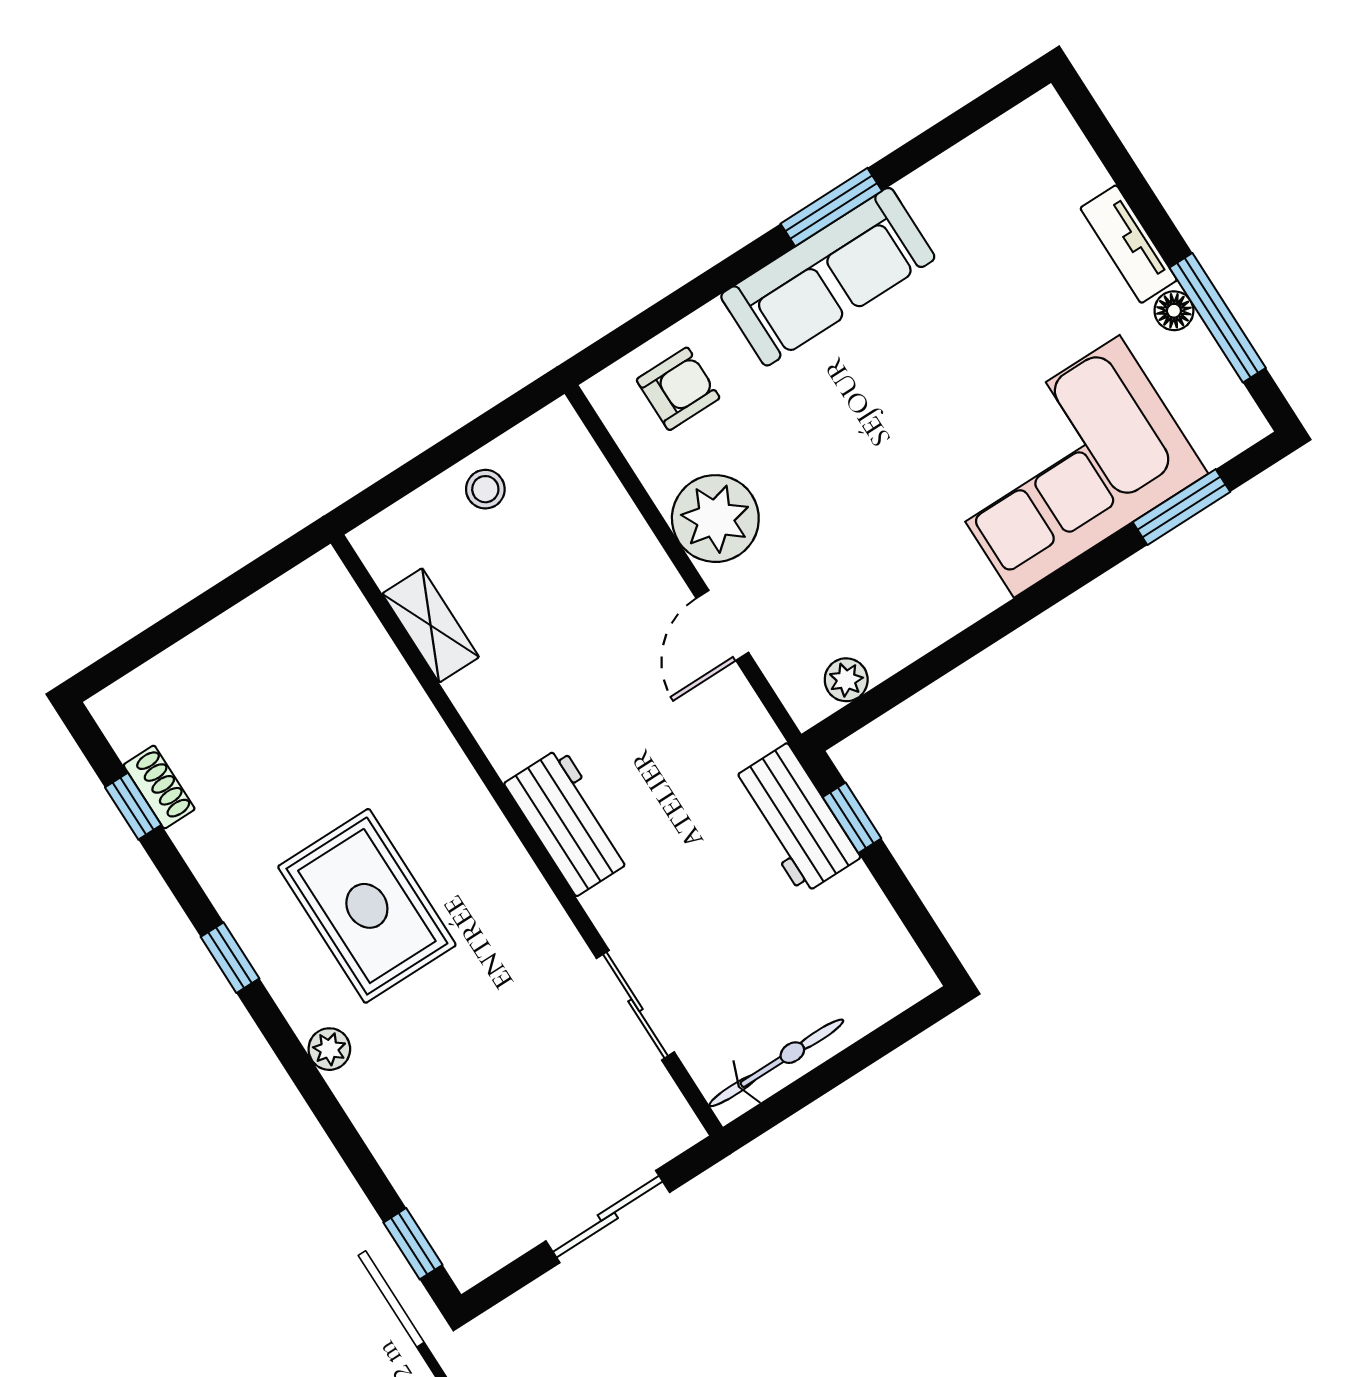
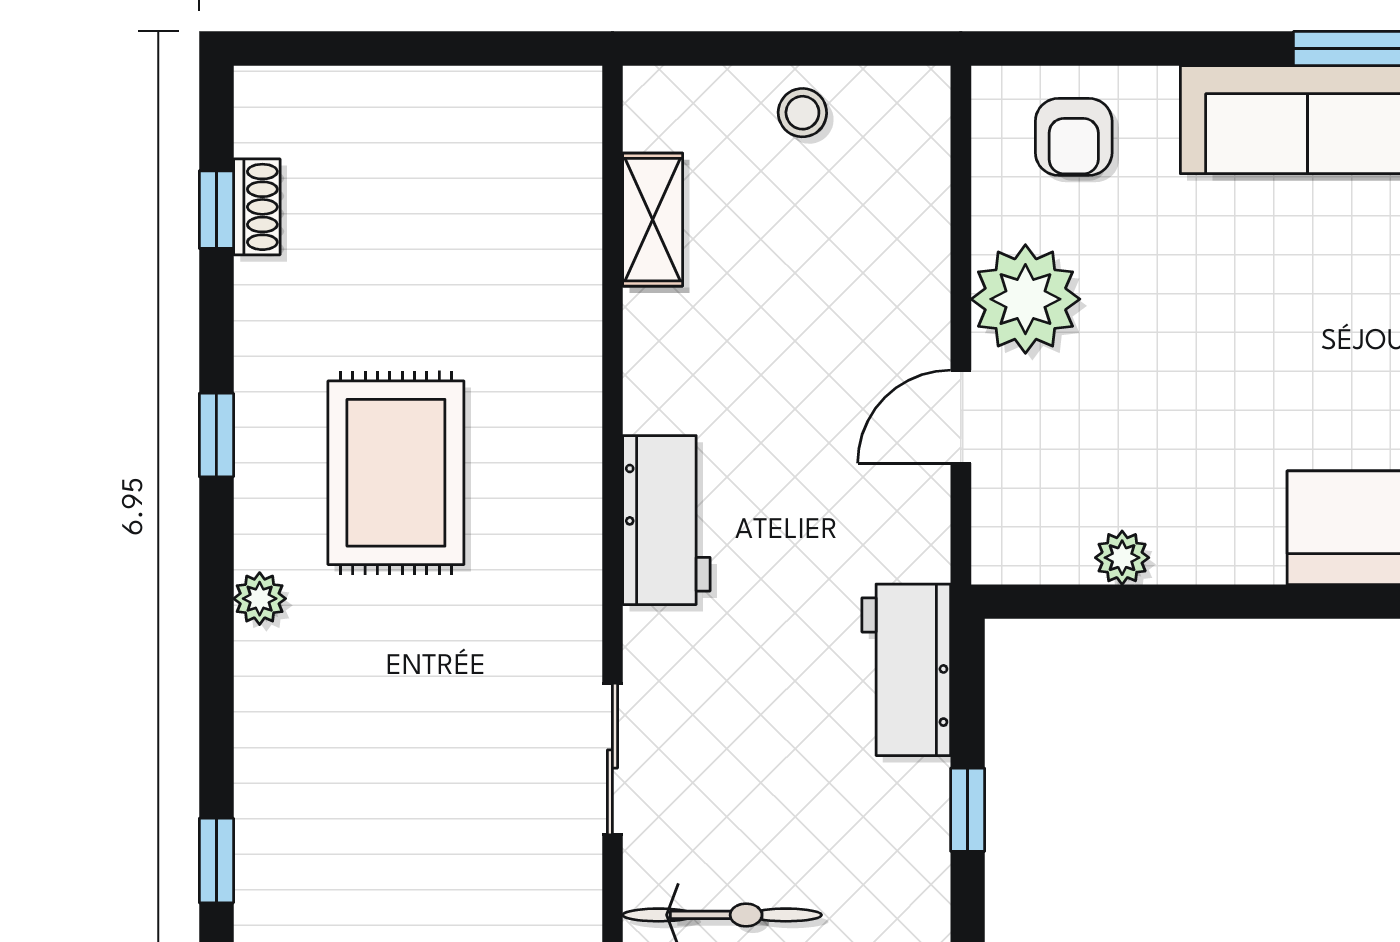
armchair: (678, 389) -> (1074, 137), turned 90
plant: (846, 680) -> (1122, 558), moved
window: (852, 818) -> (968, 810), moved

